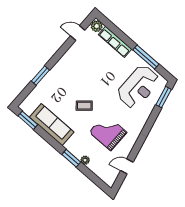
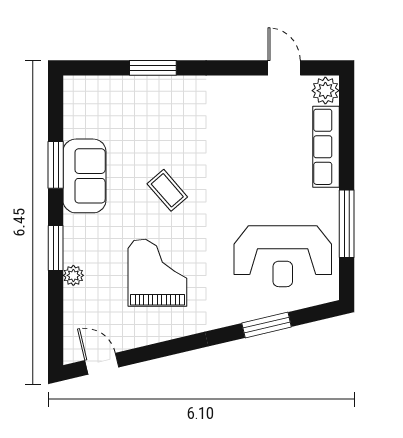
window: (164, 97) -> (267, 325), moved
window: (28, 120) -> (56, 165), moved
sofa: (52, 125) -> (84, 176), width x0.73
door: (127, 166) -> (102, 364), moved

